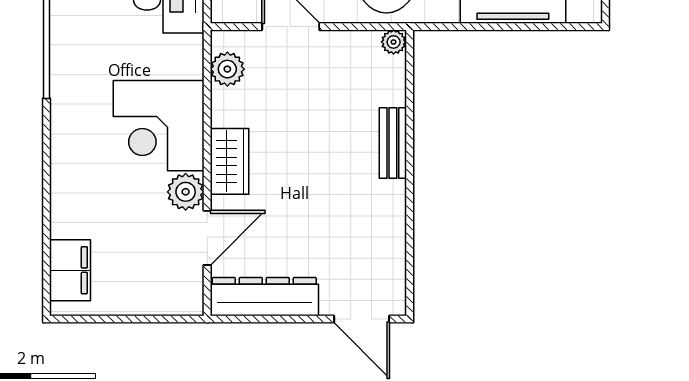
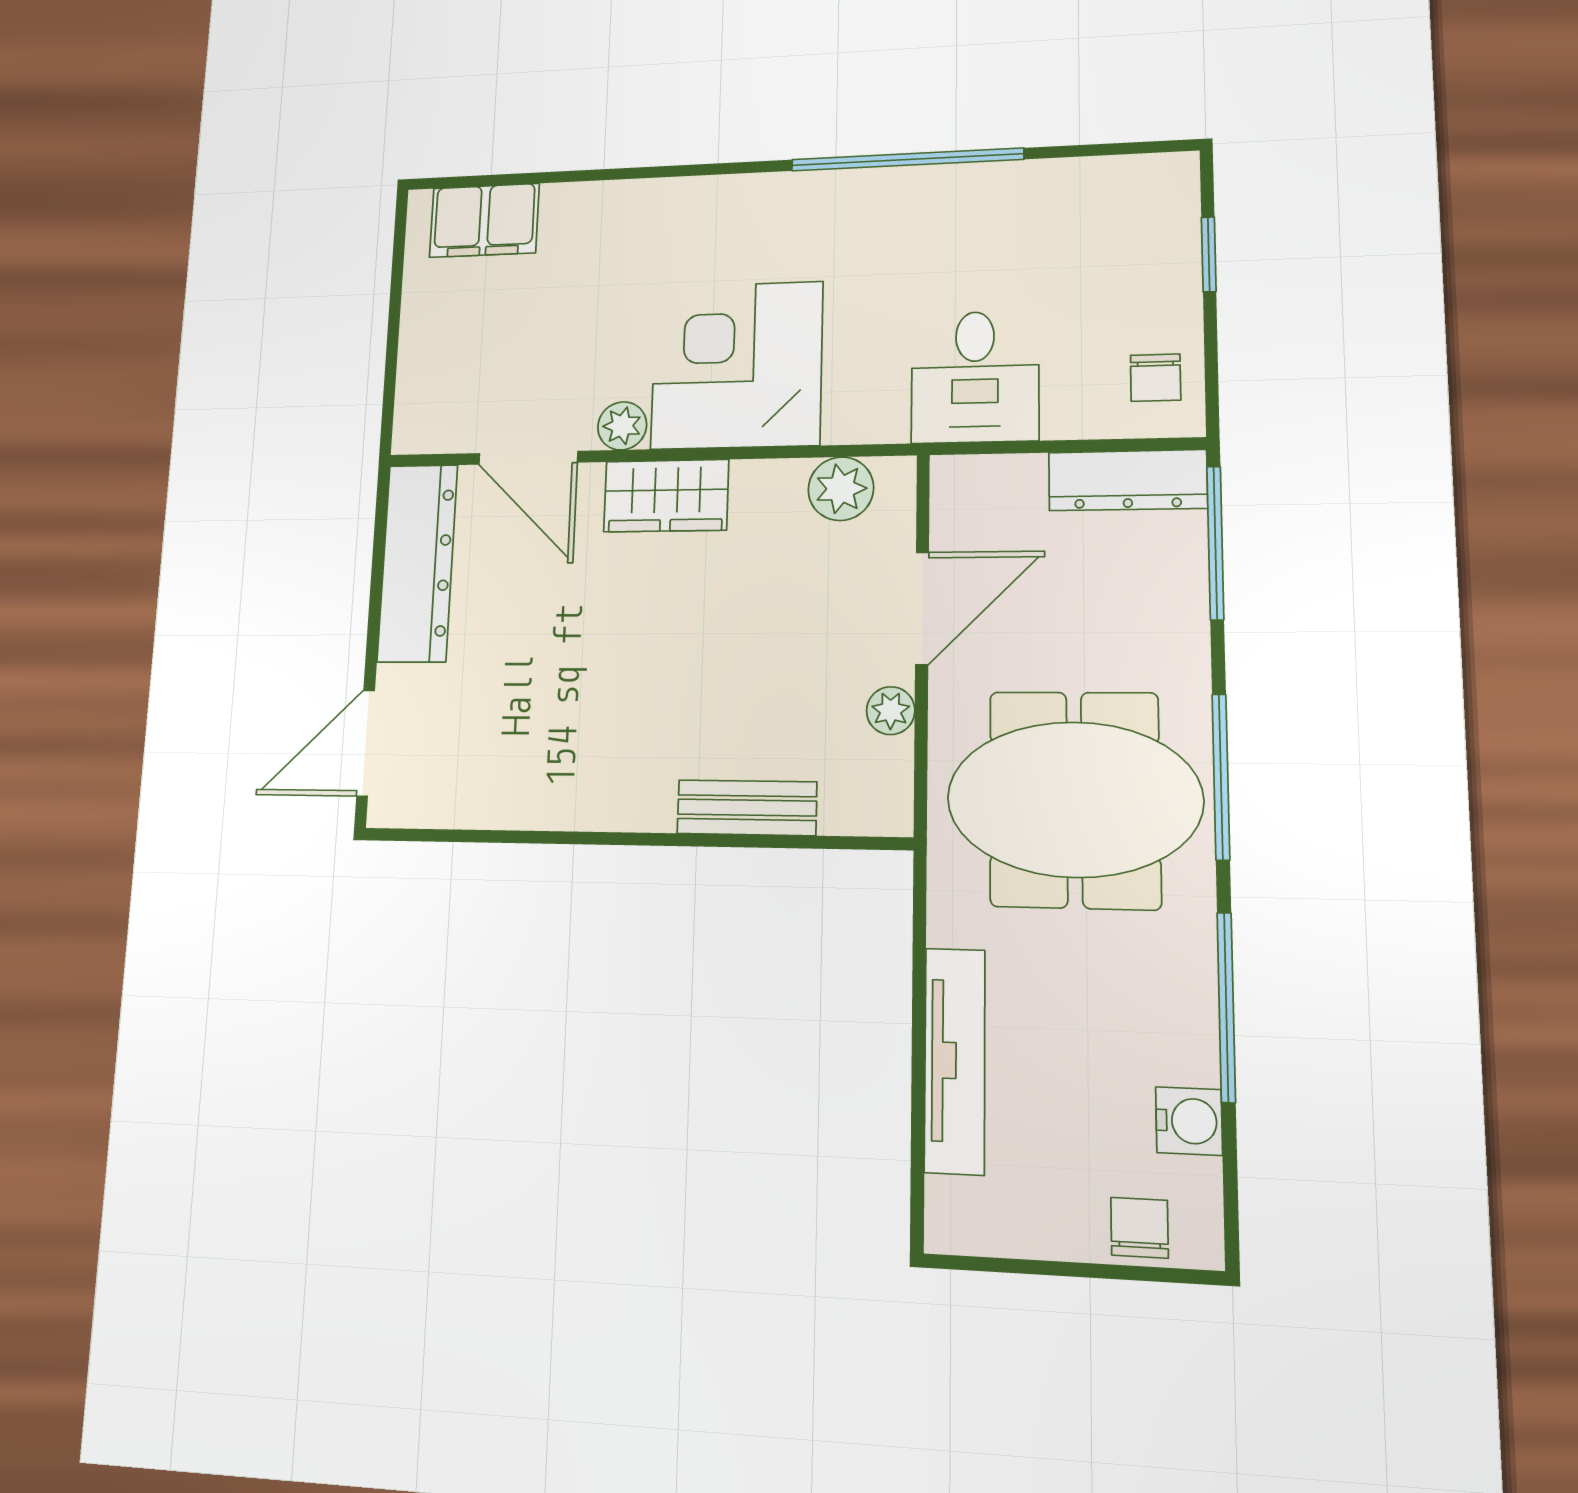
plant: (394, 42) -> (891, 711), moved
bench: (393, 143) -> (747, 808), moved
plant: (186, 192) -> (622, 426), width x0.73, depth x0.73

